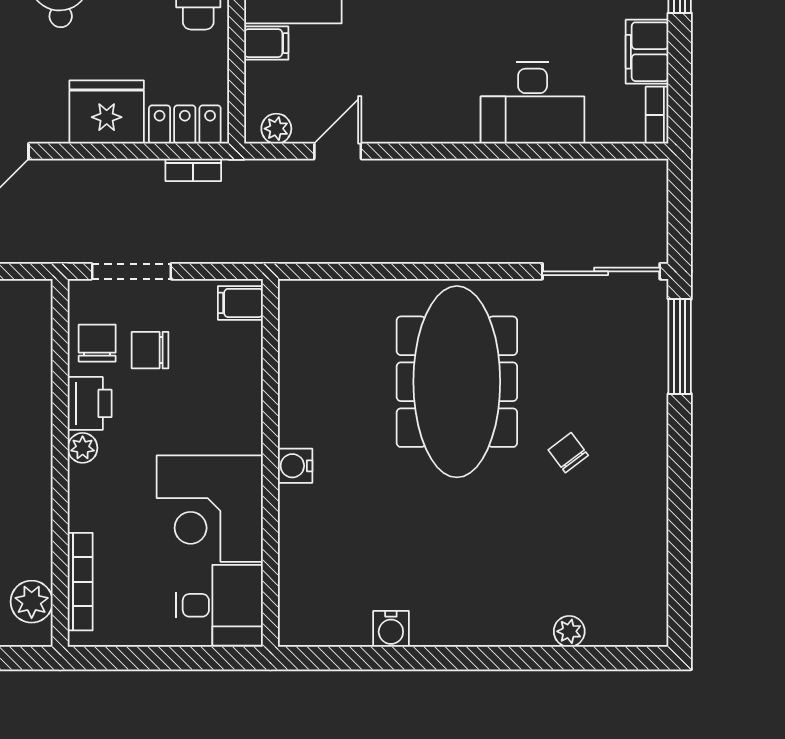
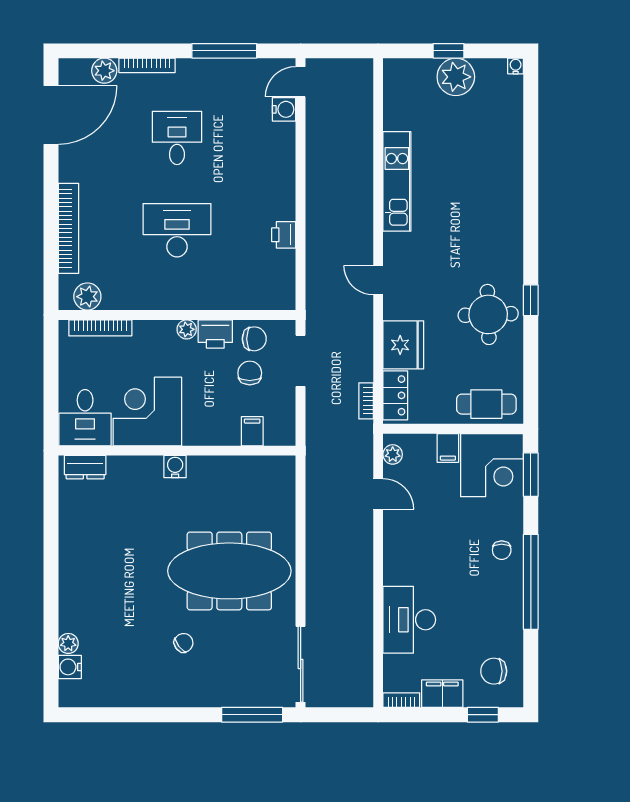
filing cabinet: (240, 303) -> (252, 431), moved
dresser: (296, 605) -> (85, 467), added
water cooler: (391, 629) -> (70, 667), moved

